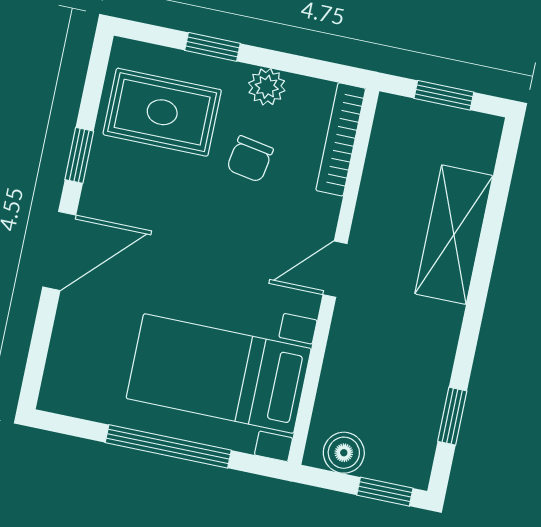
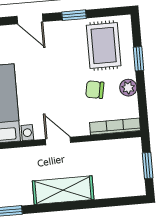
shelving: (454, 235) -> (63, 190), moved
door: (59, 251) -> (30, 19), width x0.73

